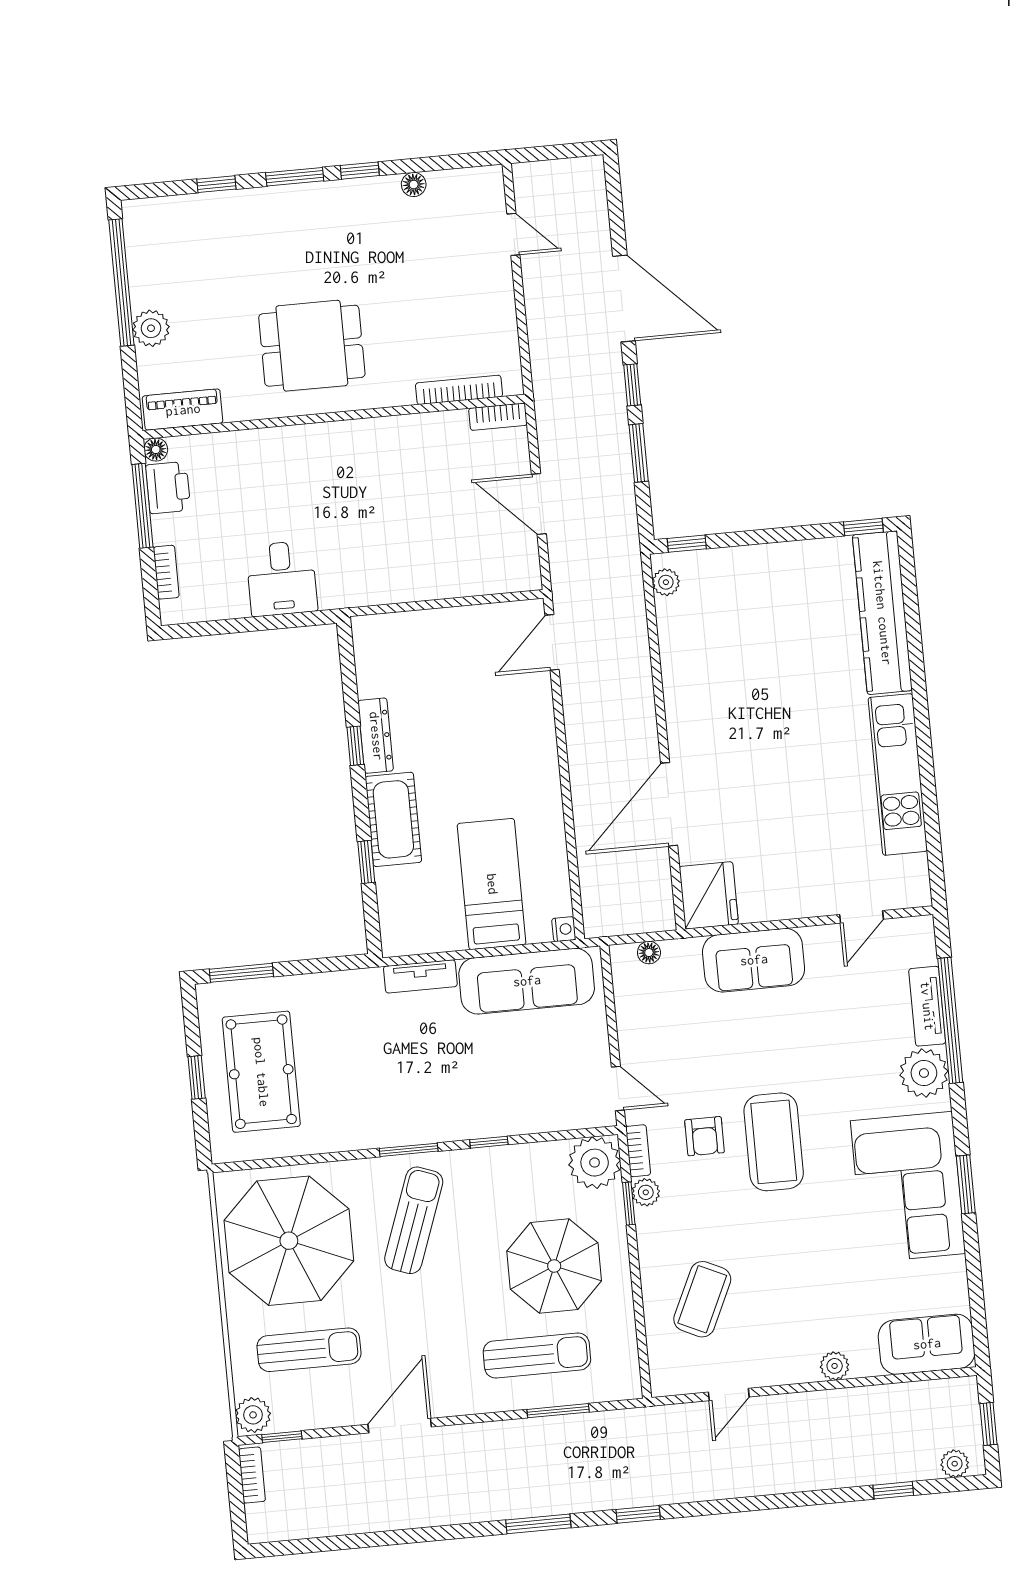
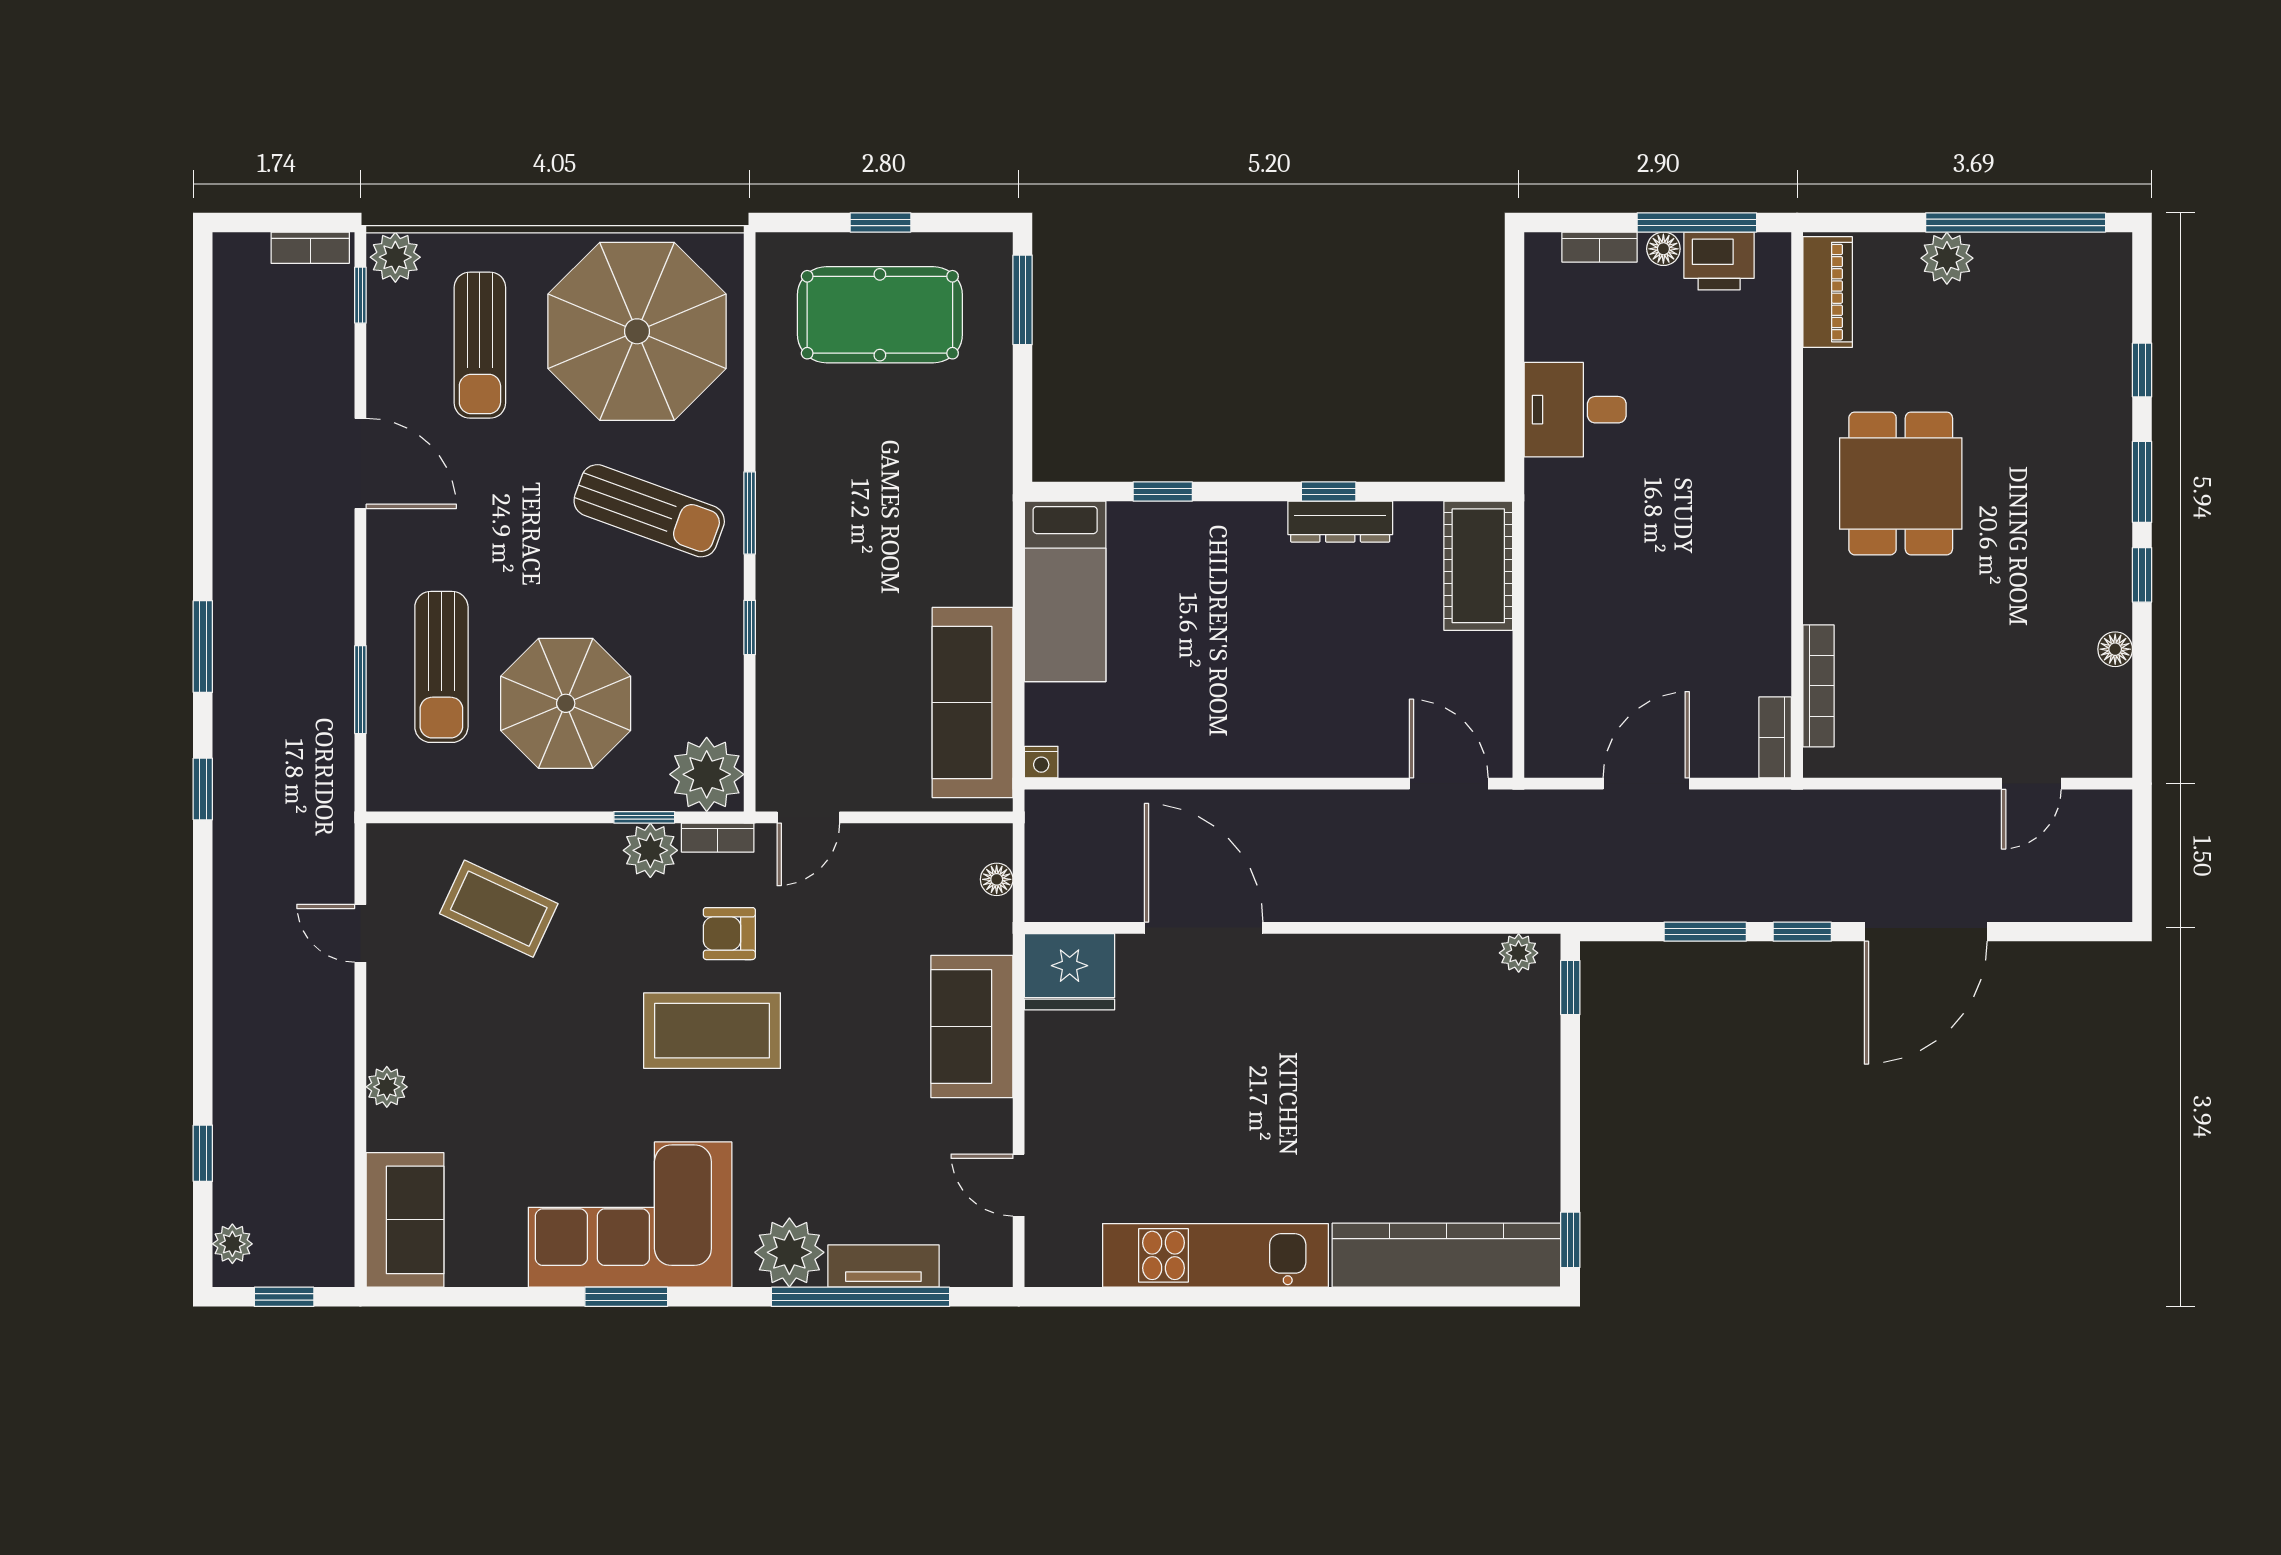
floor lamp: (156, 449) -> (1663, 249), moved
cot: (393, 819) -> (1478, 566), moved, turned 90
bed: (492, 884) -> (1065, 591), moved, turned 90
tv unit: (420, 976) -> (994, 553), removed
plant: (646, 1192) -> (650, 850), width x1.38, depth x1.38

